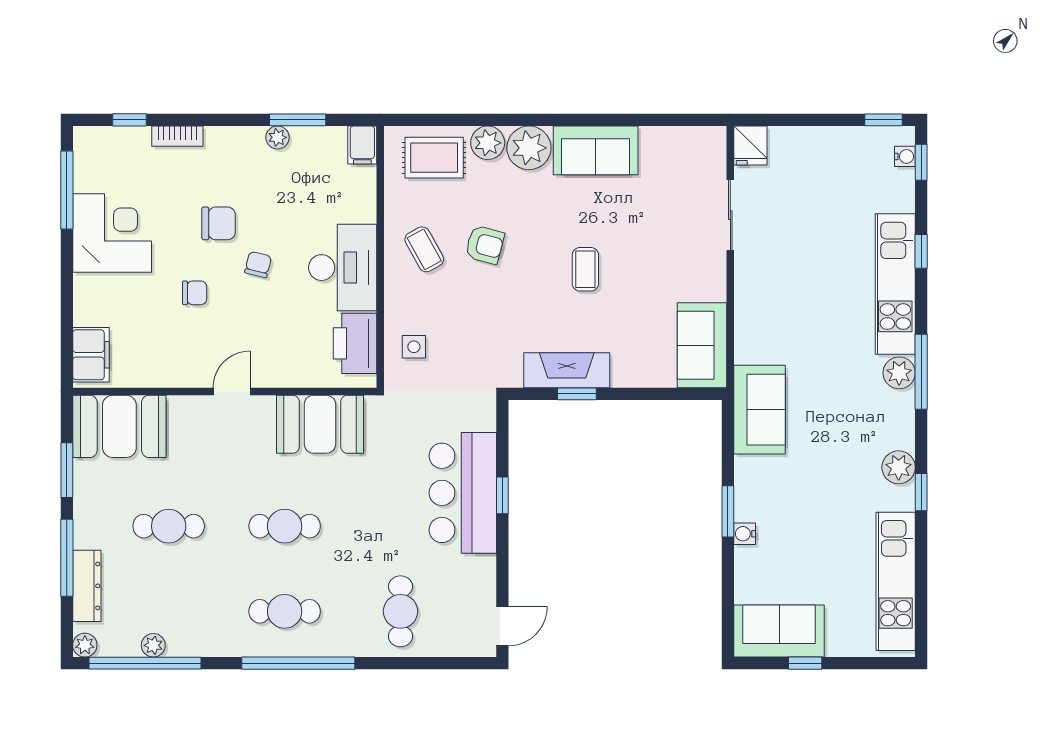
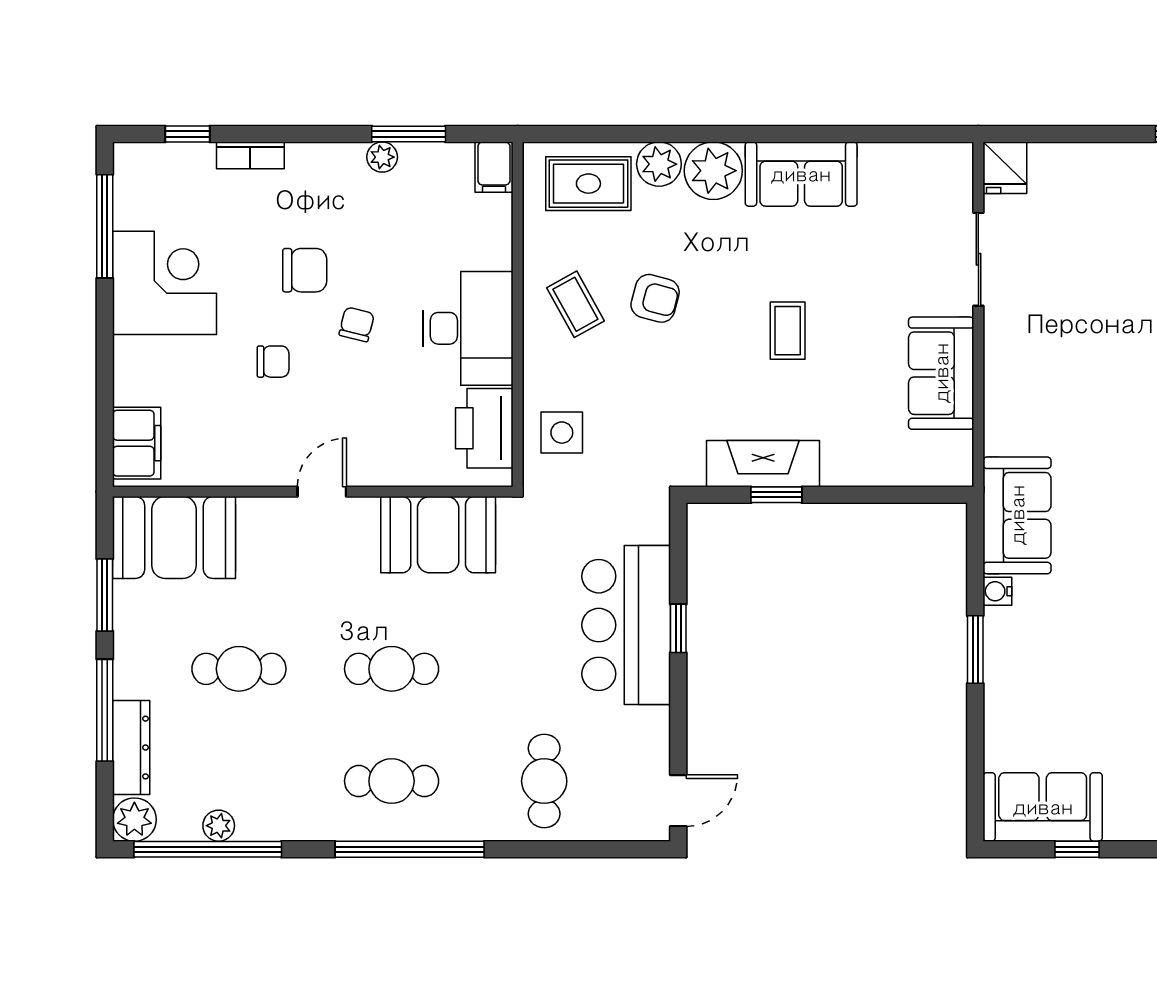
sofa: (702, 345) -> (941, 373), moved
side table: (414, 347) -> (562, 433), width x1.37, depth x1.37
water cooler: (745, 534) -> (997, 591), moved
plant: (85, 645) -> (134, 820), width x1.38, depth x1.38

